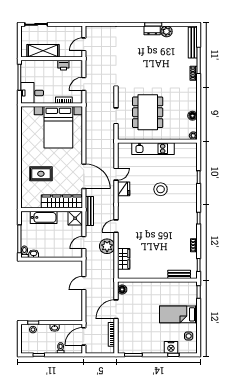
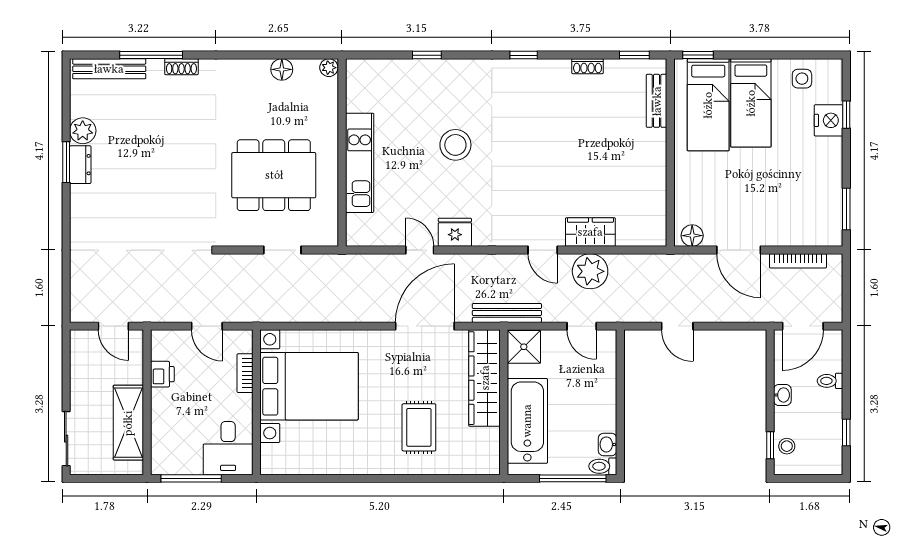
bathtub: (44, 217) -> (527, 421), width x1.36, depth x1.36
wardrobe: (124, 259) -> (590, 232), moved
bed: (178, 296) -> (708, 105), added
door: (84, 336) -> (803, 326), hinge flipped

